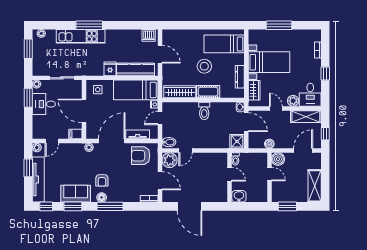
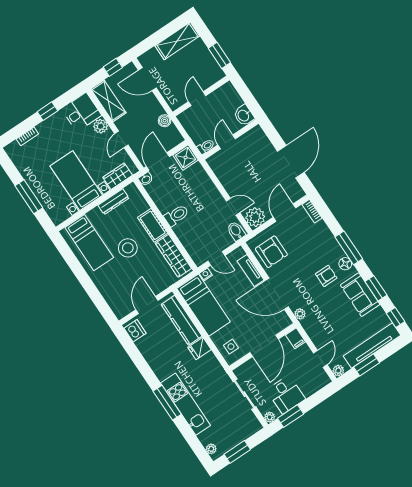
door: (52, 141) -> (320, 359), hinge flipped
boiler: (278, 159) -> (175, 100), removed

